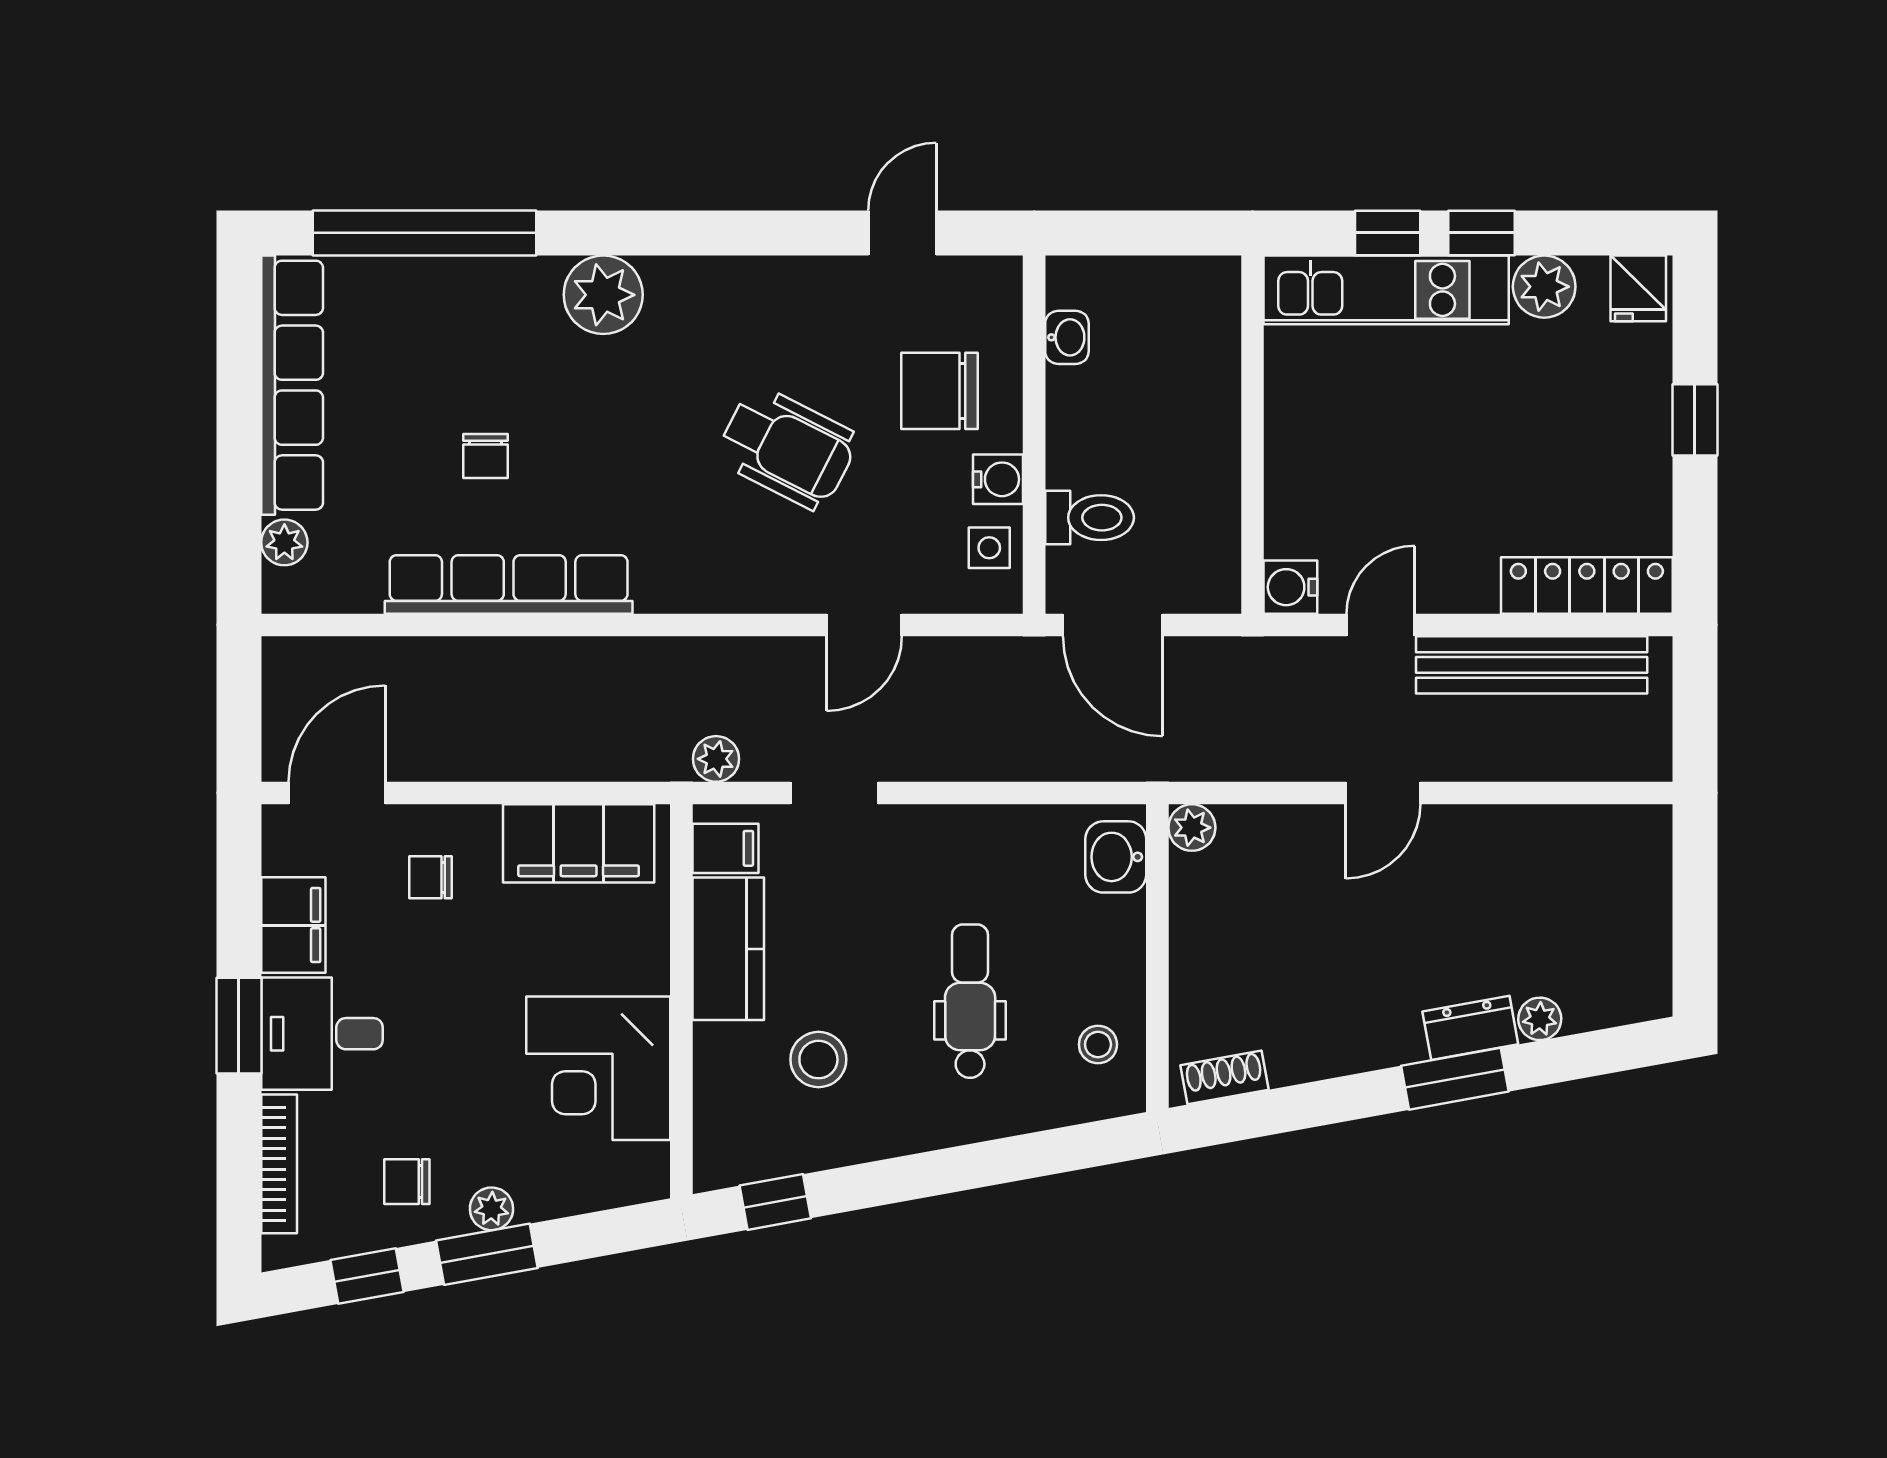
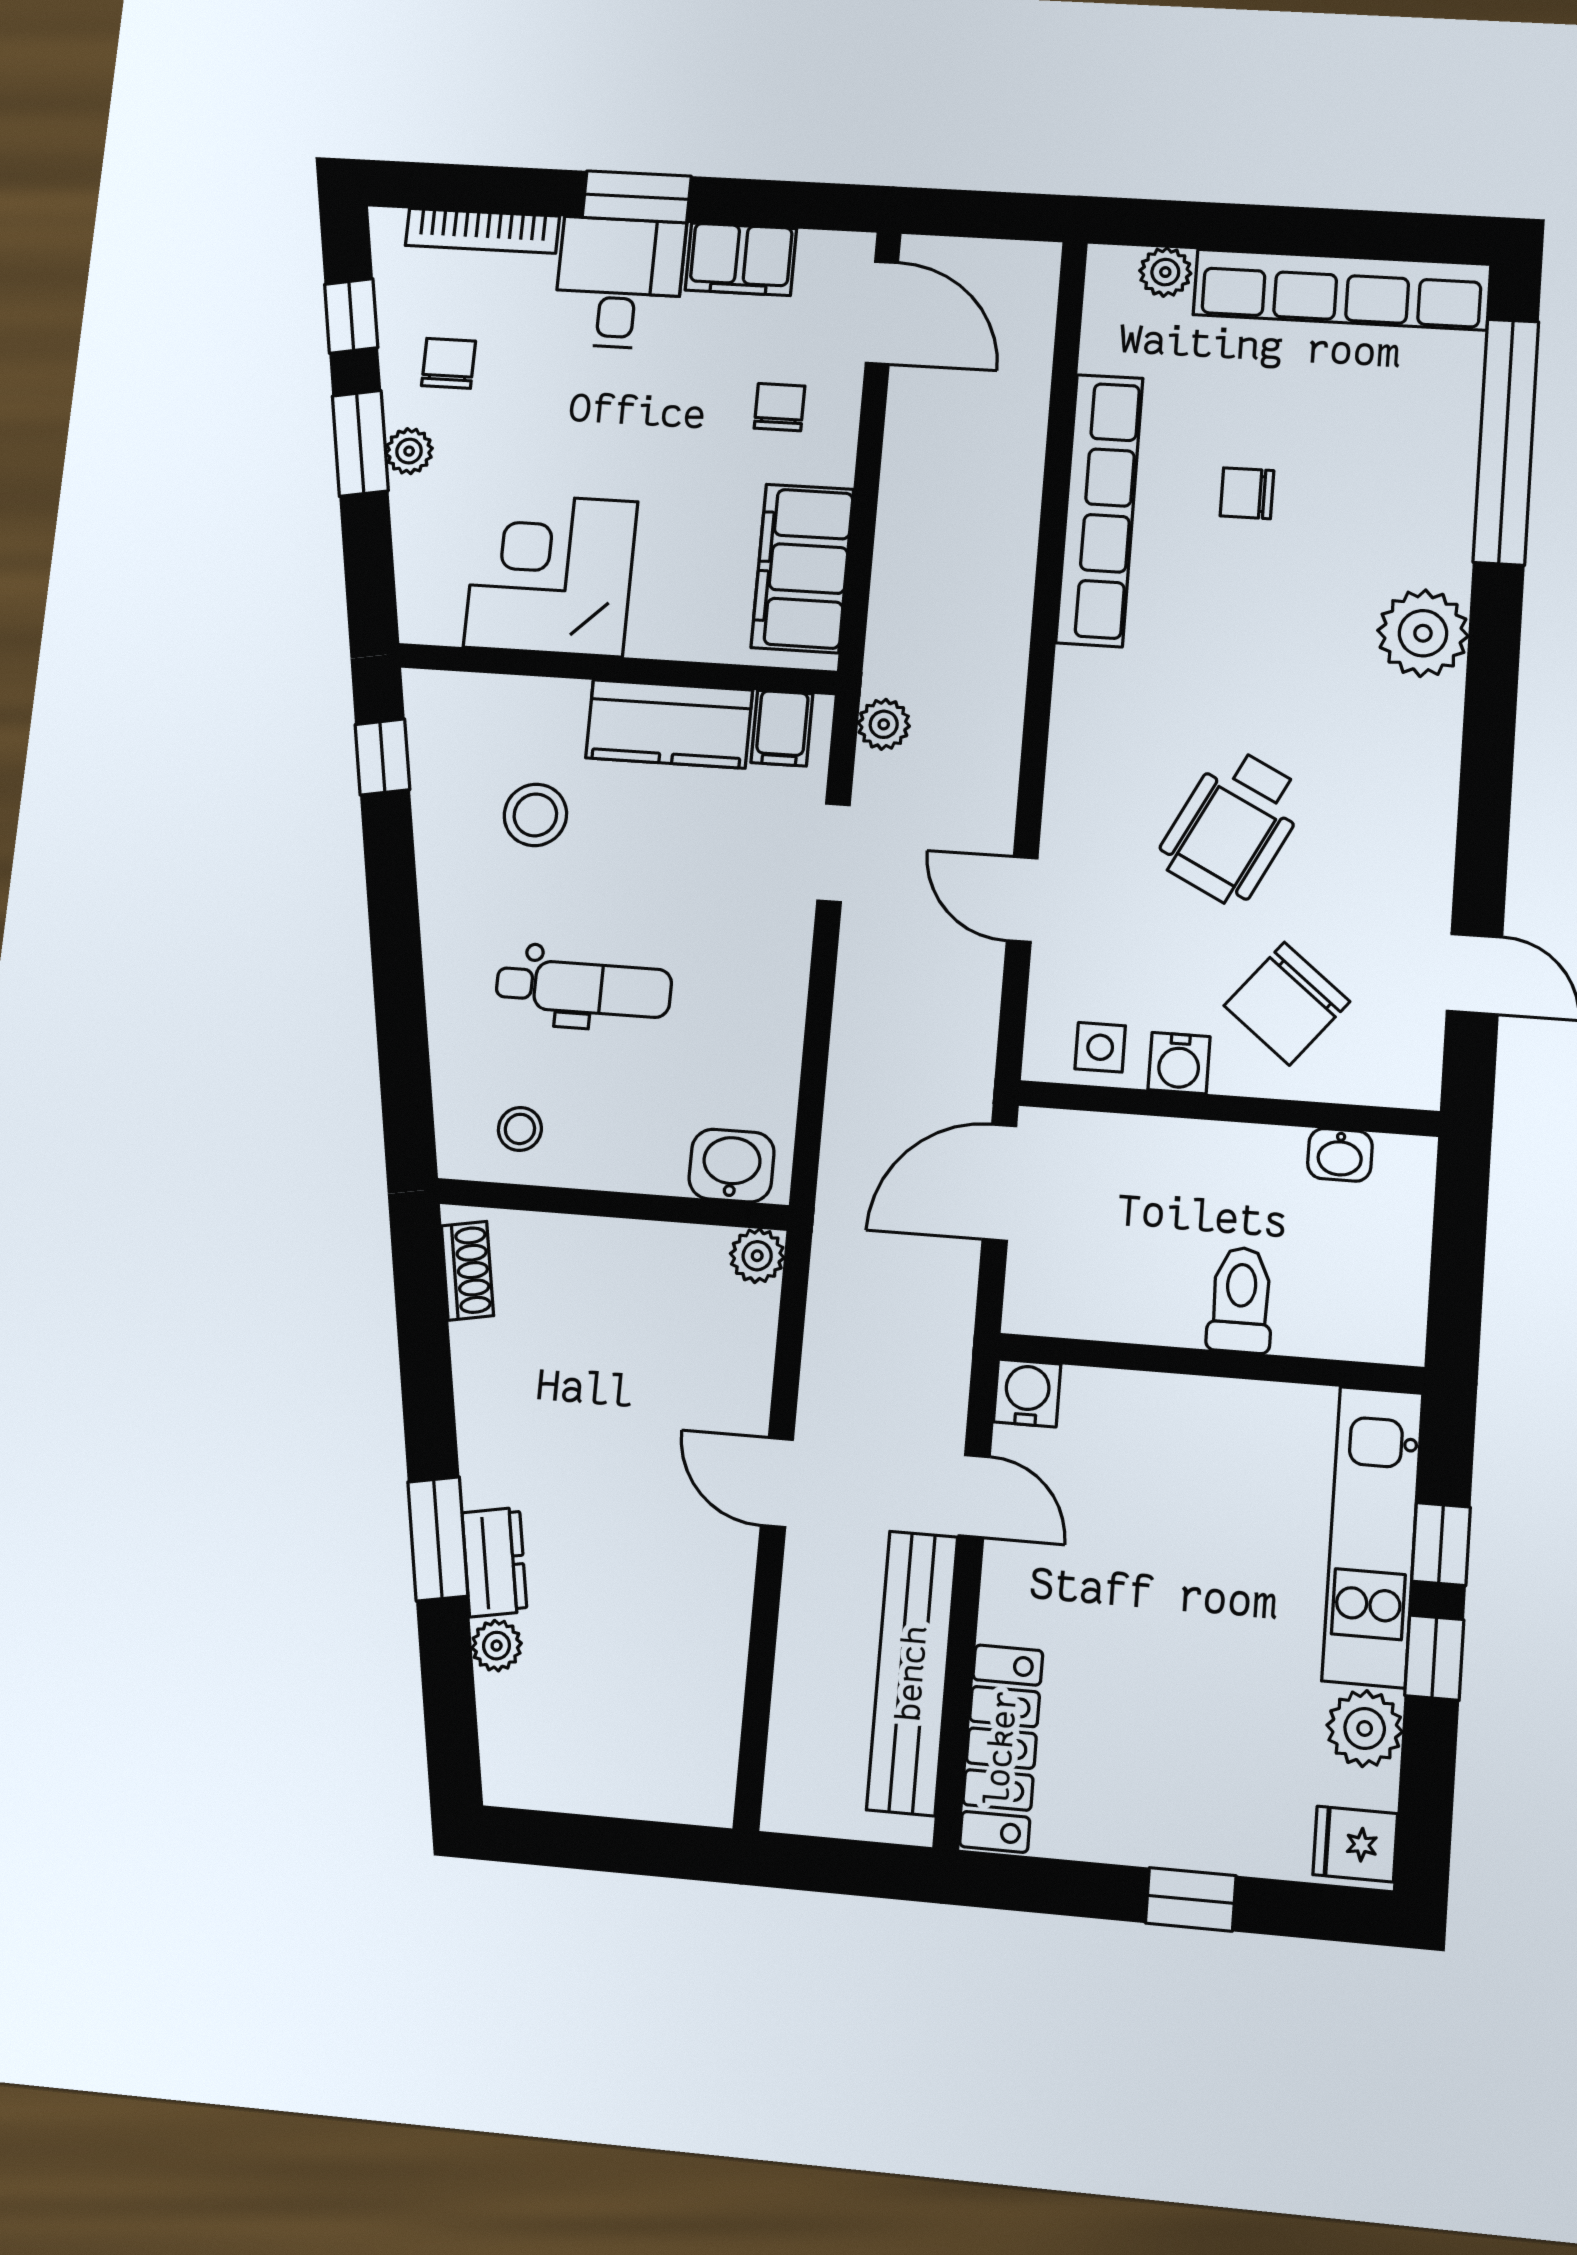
chair: (939, 391) -> (1287, 1004), turned -141
toilet: (1090, 518) -> (1241, 1300), moved, turned 180

